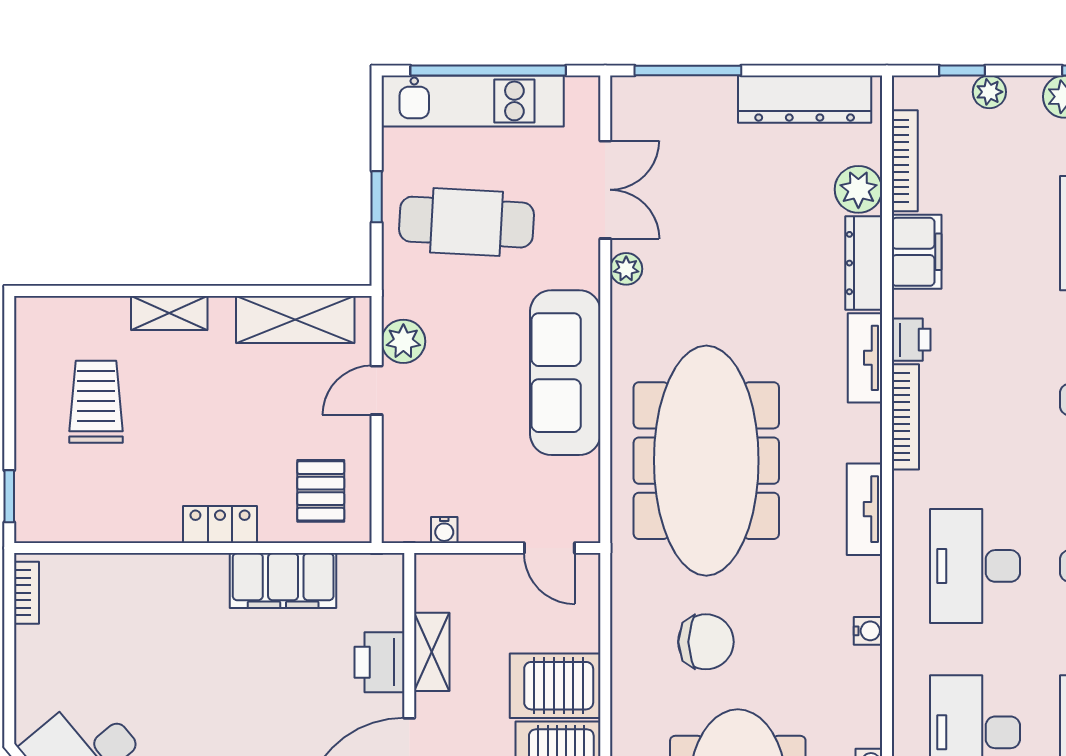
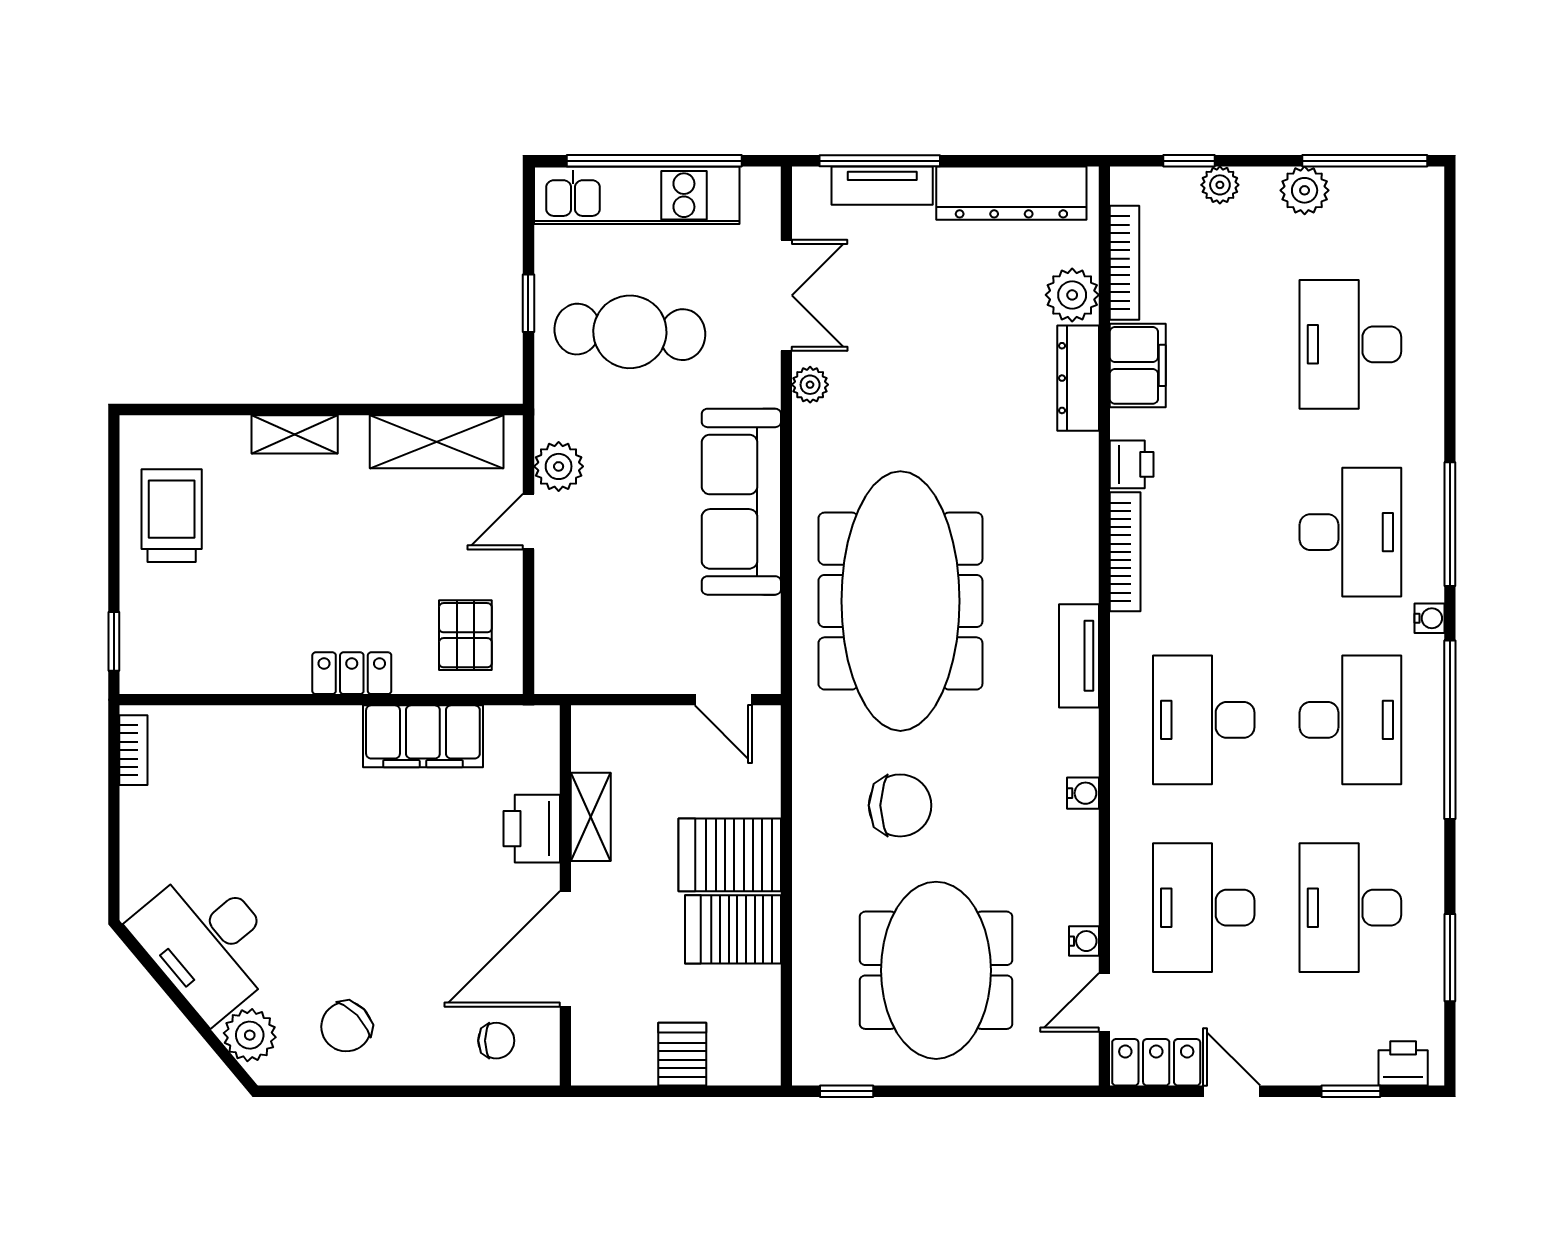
tv unit: (865, 358) -> (882, 186), moved, turned -90
trolley: (96, 402) -> (172, 516), moved
water cooler: (444, 530) -> (605, 679), removed

